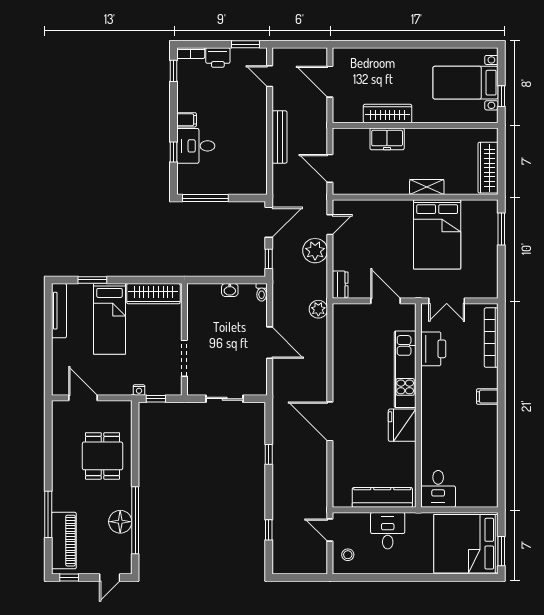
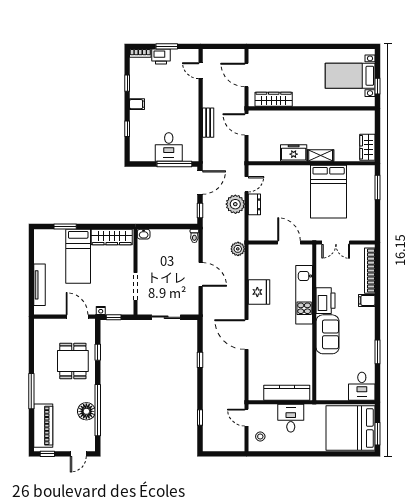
window: (245, 44) -> (167, 46), moved
window: (174, 71) -> (127, 83), moved
wardrobe: (388, 114) -> (274, 99), moved
bench: (280, 137) -> (208, 123), width x0.73
freezer: (387, 139) -> (294, 153), moved, turned 180
desk: (196, 146) -> (169, 147), moved, turned -90
door: (330, 168) -> (247, 124), moved
wardrobe: (488, 168) -> (367, 147), width x0.67
window: (205, 198) -> (174, 164), moved
dresser: (340, 285) -> (254, 204), moved
washbasin: (230, 290) -> (144, 234), moved
tv unit: (59, 311) -> (40, 285), moved
printer: (433, 349) -> (326, 301), moved
filing cabinet: (487, 397) -> (367, 300), moved
door: (83, 398) -> (77, 317), moved
sofa: (436, 421) -> (328, 334), added
fridge: (402, 425) -> (259, 292), moved, turned 180
window: (135, 444) -> (98, 352), added
window: (501, 444) -> (378, 352), added
desk: (438, 489) -> (362, 386), moved
window: (48, 514) -> (31, 391), moved

